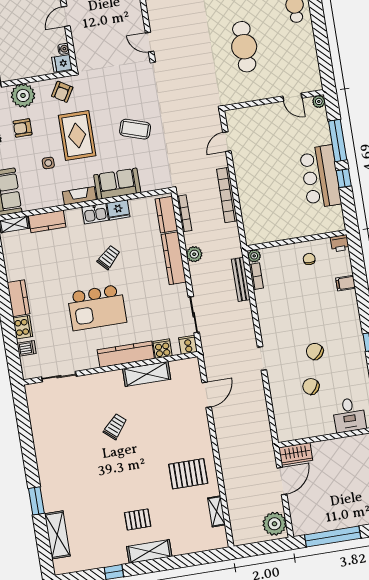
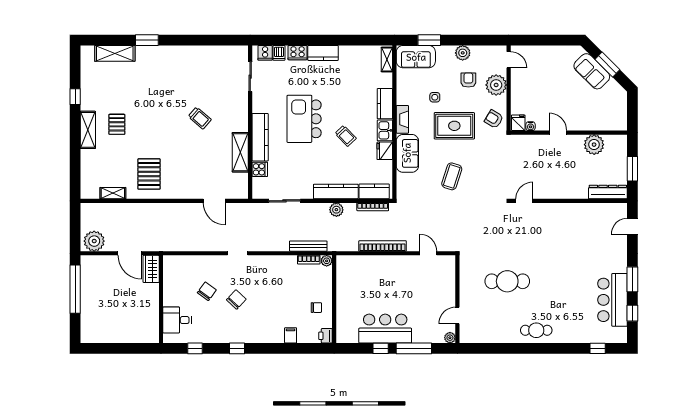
kitchen counter: (47, 221) -> (385, 104), moved
cooker: (188, 345) -> (265, 53), moved, turned 90

